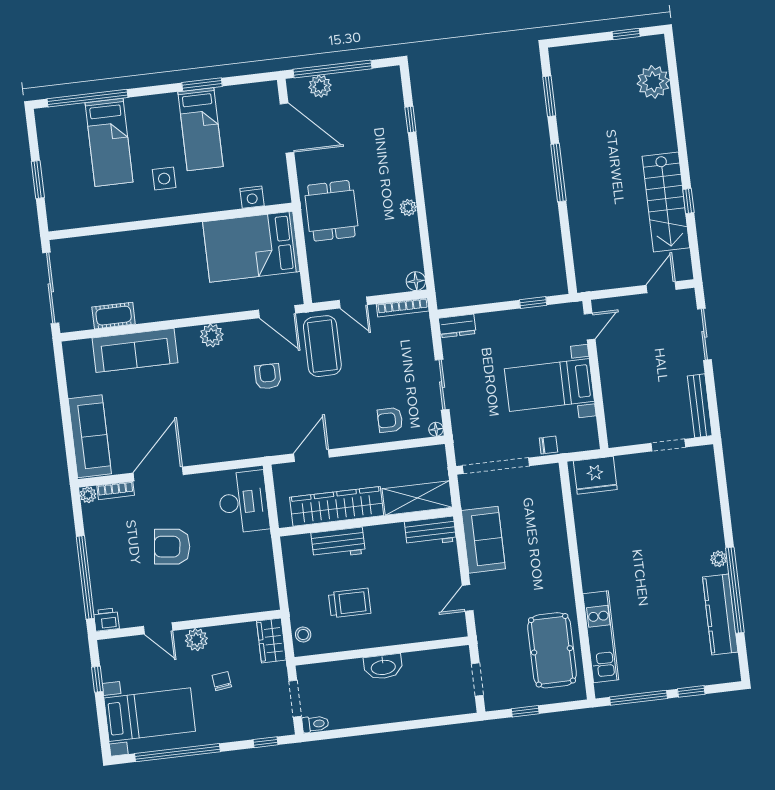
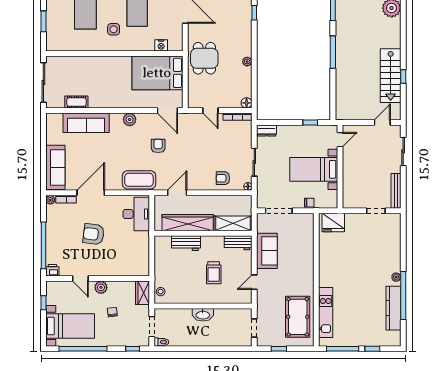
coffee table: (322, 346) -> (139, 180), moved, turned 90
doorway: (496, 466) -> (279, 211), width x0.73
trolley: (350, 603) -> (214, 273), moved, turned 90

